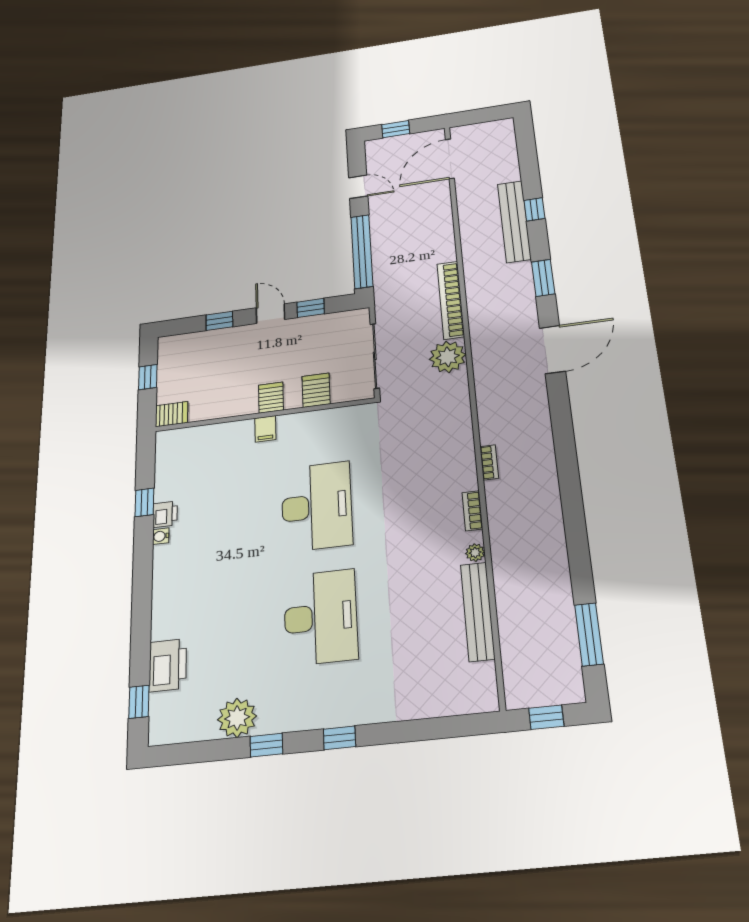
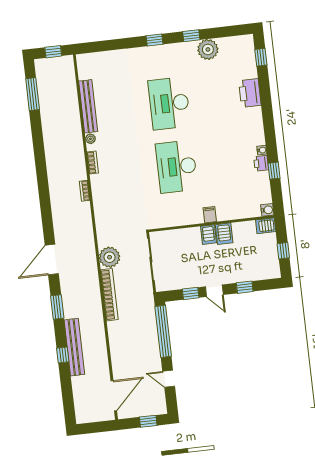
server rack: (316, 390) -> (224, 234), moved
water cooler: (165, 439) -> (267, 210), added
printer: (168, 665) -> (250, 93), moved

